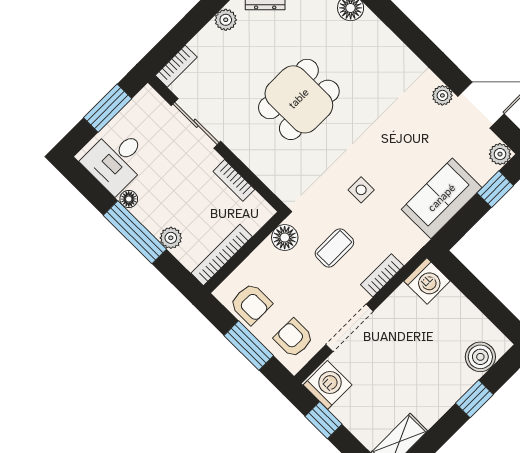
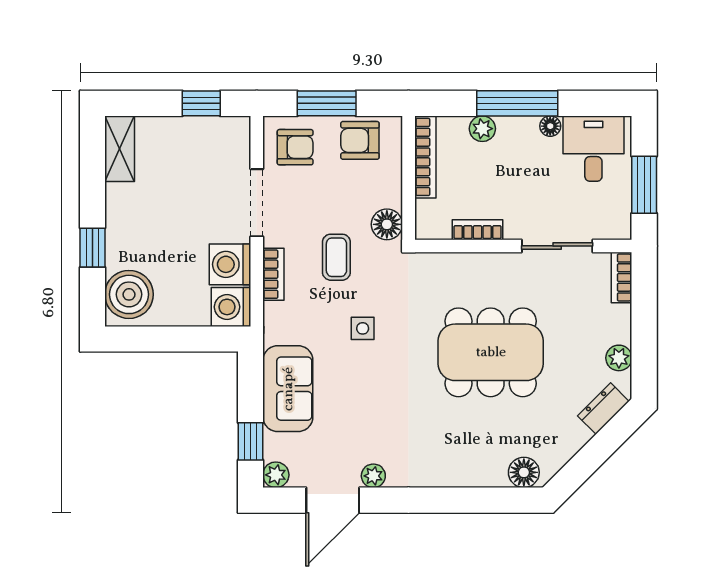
dining table: (299, 99) -> (491, 352), width x1.38
boiler: (480, 357) -> (129, 294), width x1.37, depth x1.37
washing machine: (328, 385) -> (230, 264), moved, turned 90

